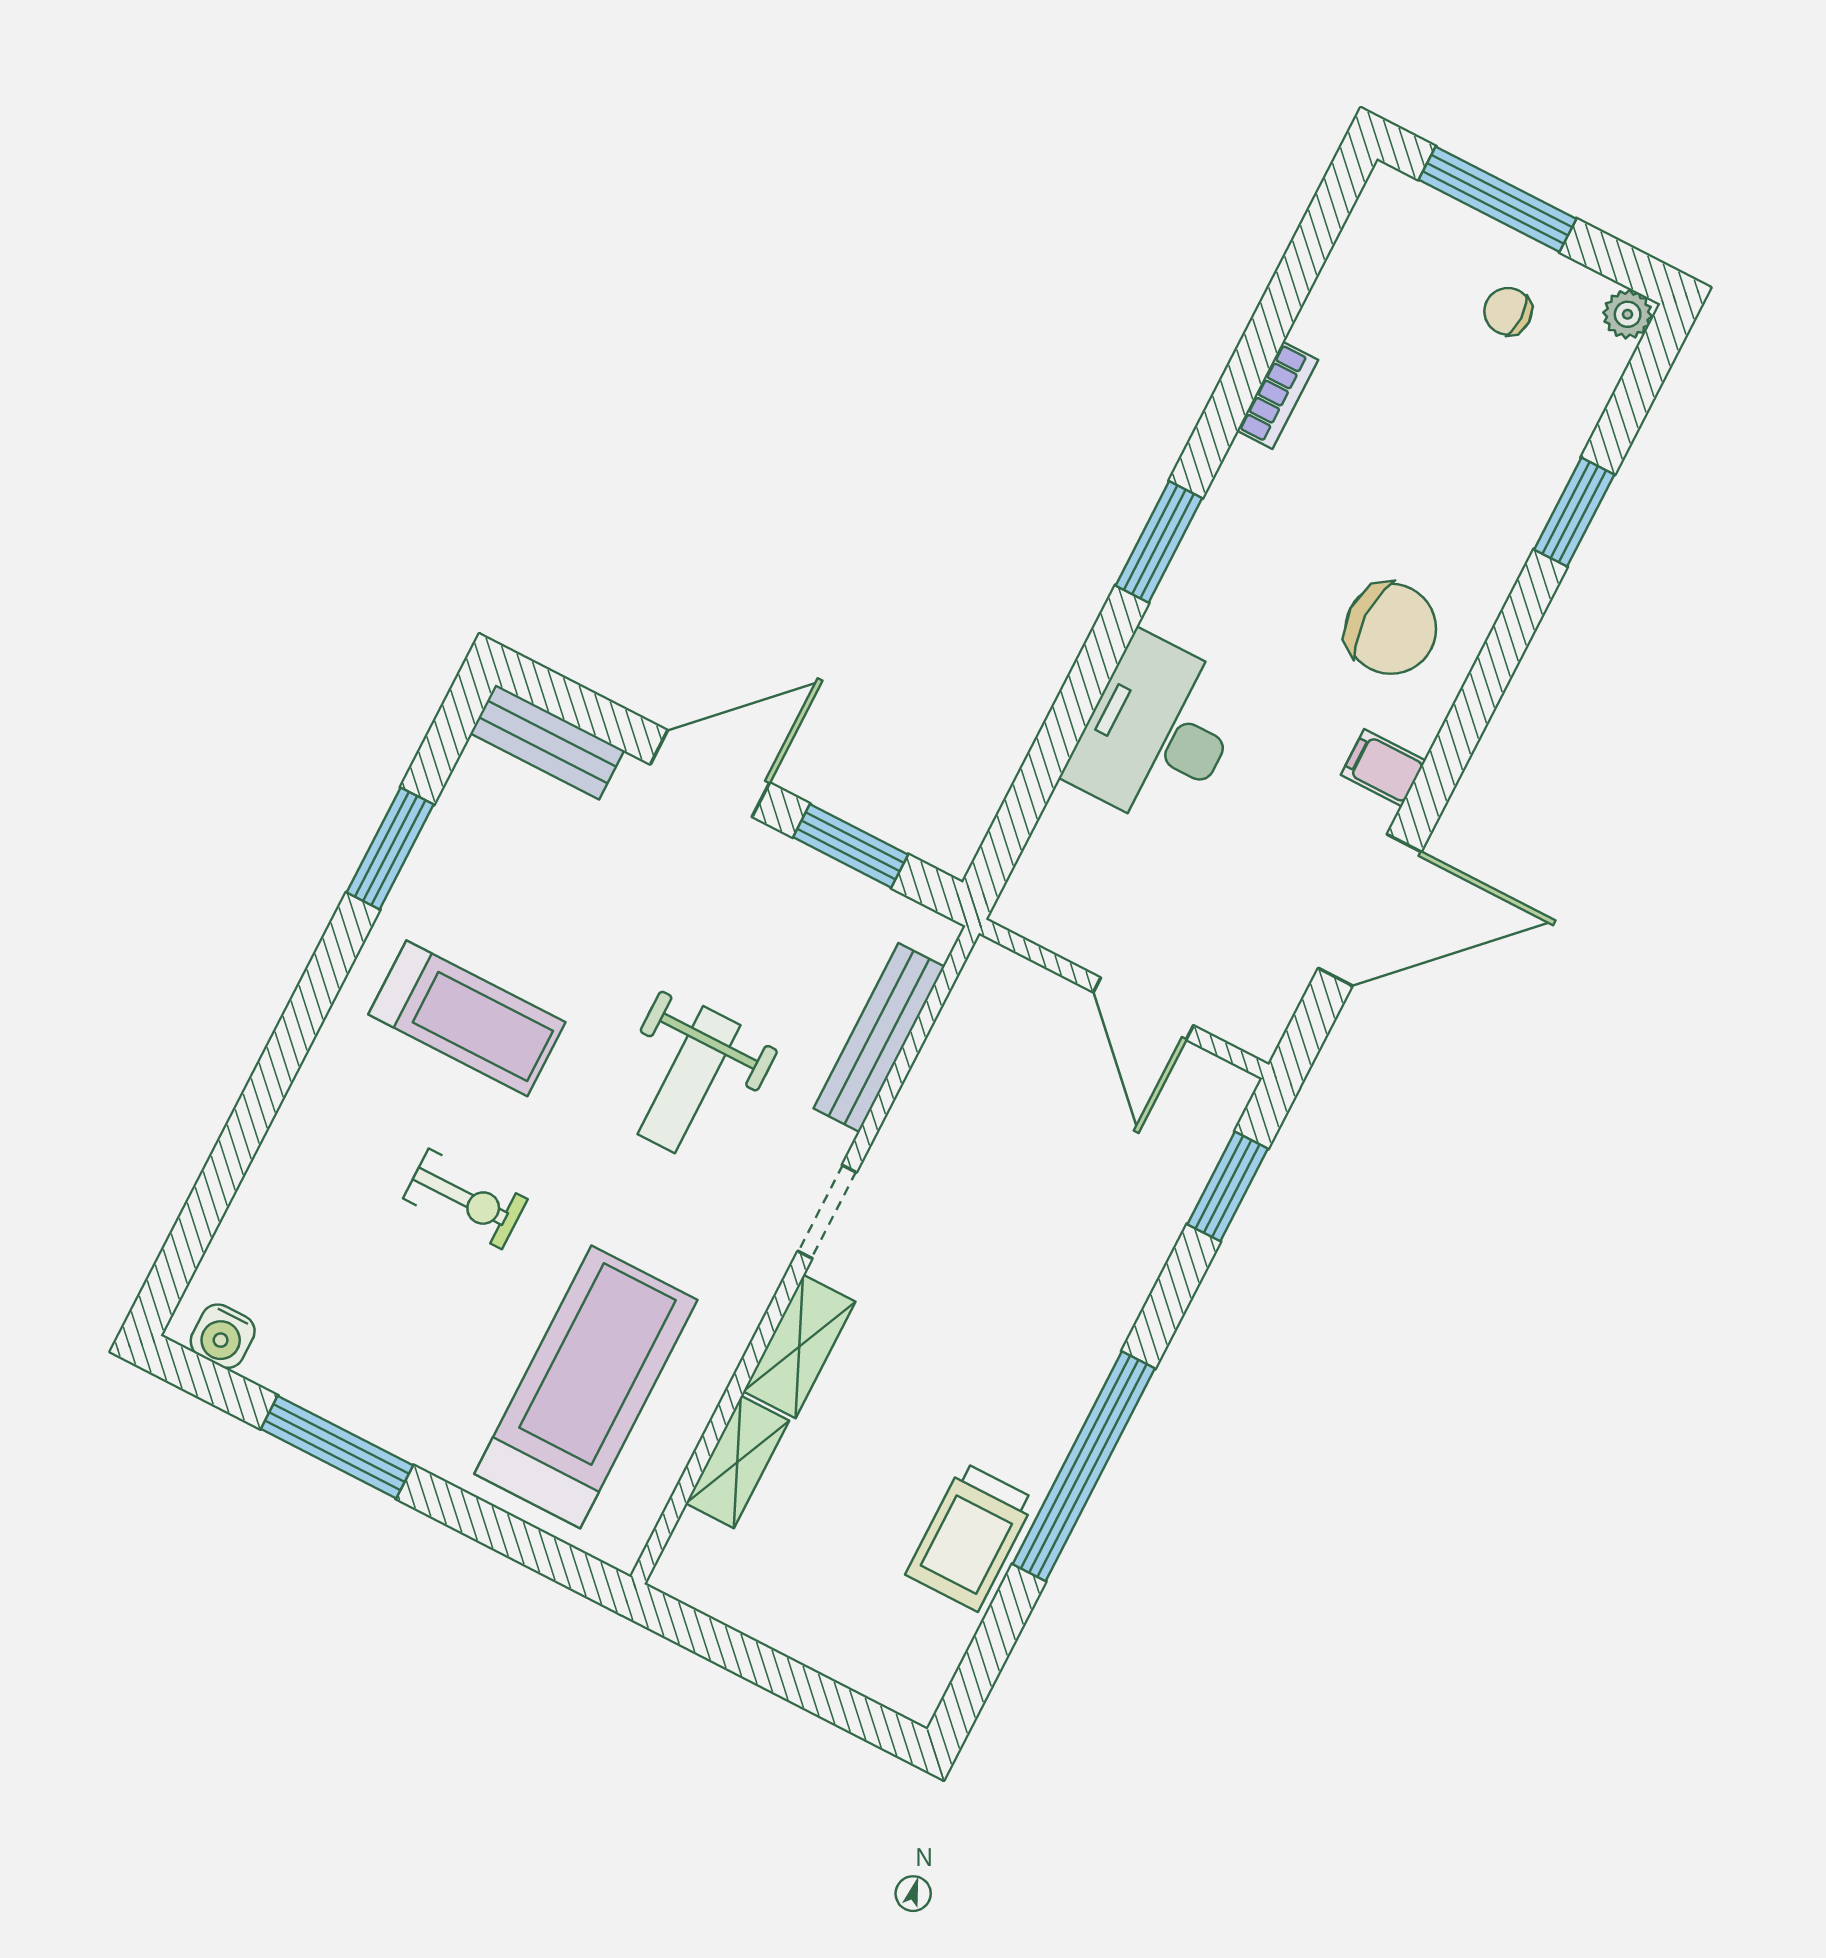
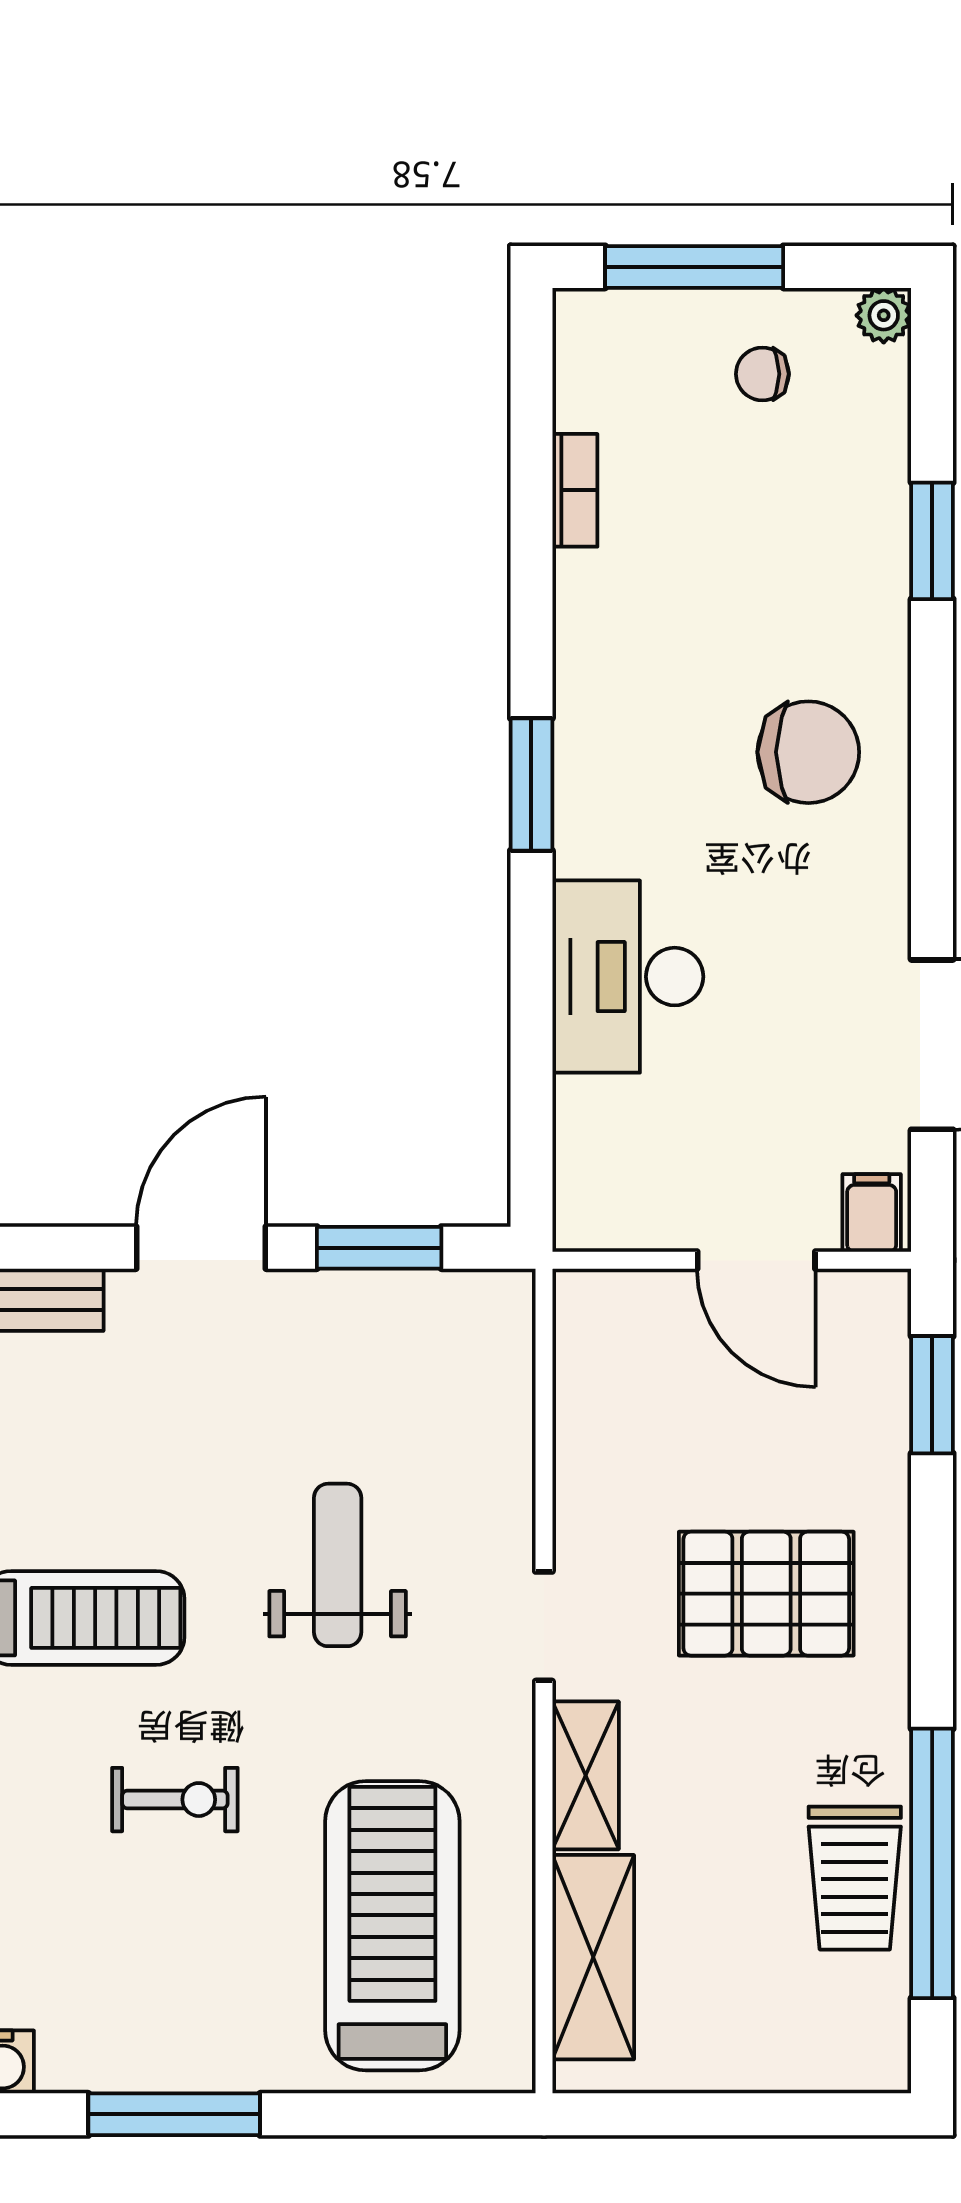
bookcase: (1278, 395) -> (575, 490), moved
filing cabinet: (1383, 768) -> (872, 1213), moved, turned 90
bench: (879, 1037) -> (506, 1425), removed
weight bench: (689, 1080) -> (338, 1565), turned 180
pallet: (1016, 1276) -> (766, 1594), added
shelving: (737, 1462) -> (593, 1957), width x1.50, depth x1.33
window: (1084, 1466) -> (932, 1863), moved

